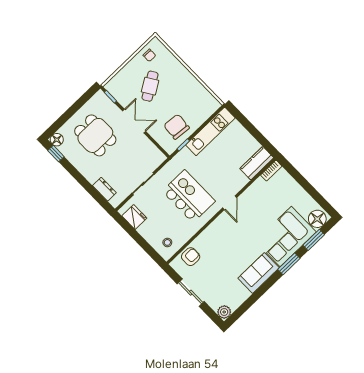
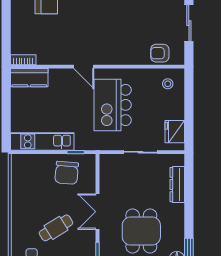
dresser: (104, 189) -> (177, 185), width x1.44
door: (230, 203) -> (84, 67), swing flipped

